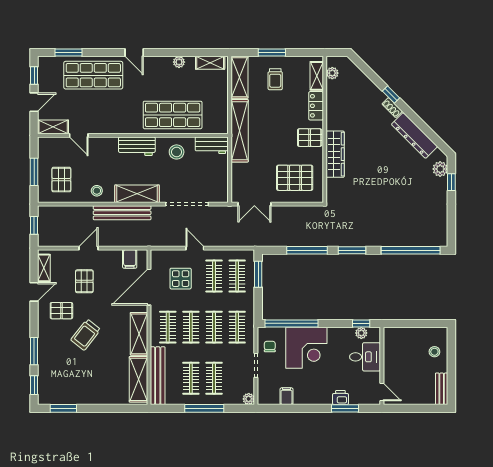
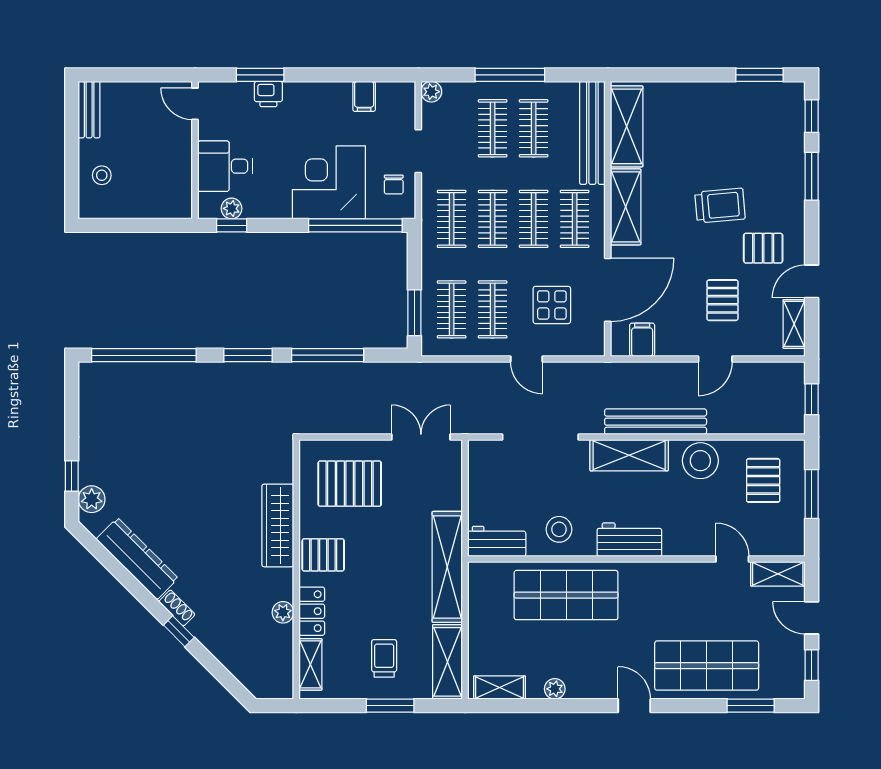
plant: (332, 73) -> (283, 612), moved
door: (34, 102) -> (812, 618), hinge flipped
stool: (97, 191) -> (700, 461), width x1.89, depth x1.89
trolley: (86, 335) -> (720, 206), turned 47

